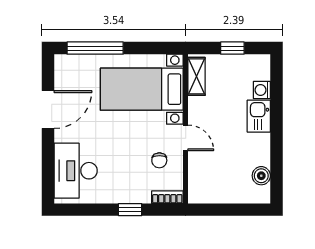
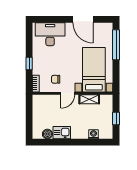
shelving: (197, 76) -> (89, 99), moved
kitchen sink: (259, 116) -> (62, 133), moved

